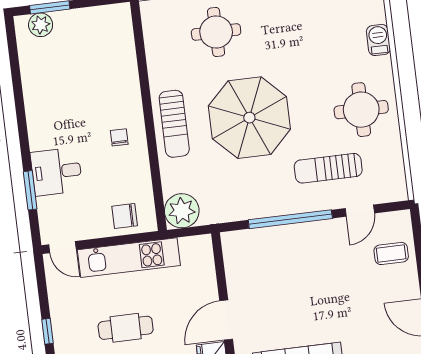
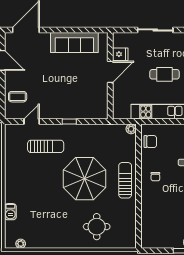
round table: (361, 110) -> (24, 176), removed
plant: (182, 211) -> (131, 129), width x0.53, depth x0.53
chair: (125, 216) -> (150, 142), moved
window: (290, 219) -> (69, 122), width x0.32

